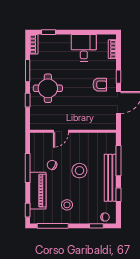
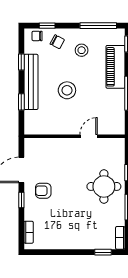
desk: (84, 48) -> (62, 234), removed
window: (118, 161) -> (21, 102), width x0.46
chair: (52, 165) -> (57, 42), moved

